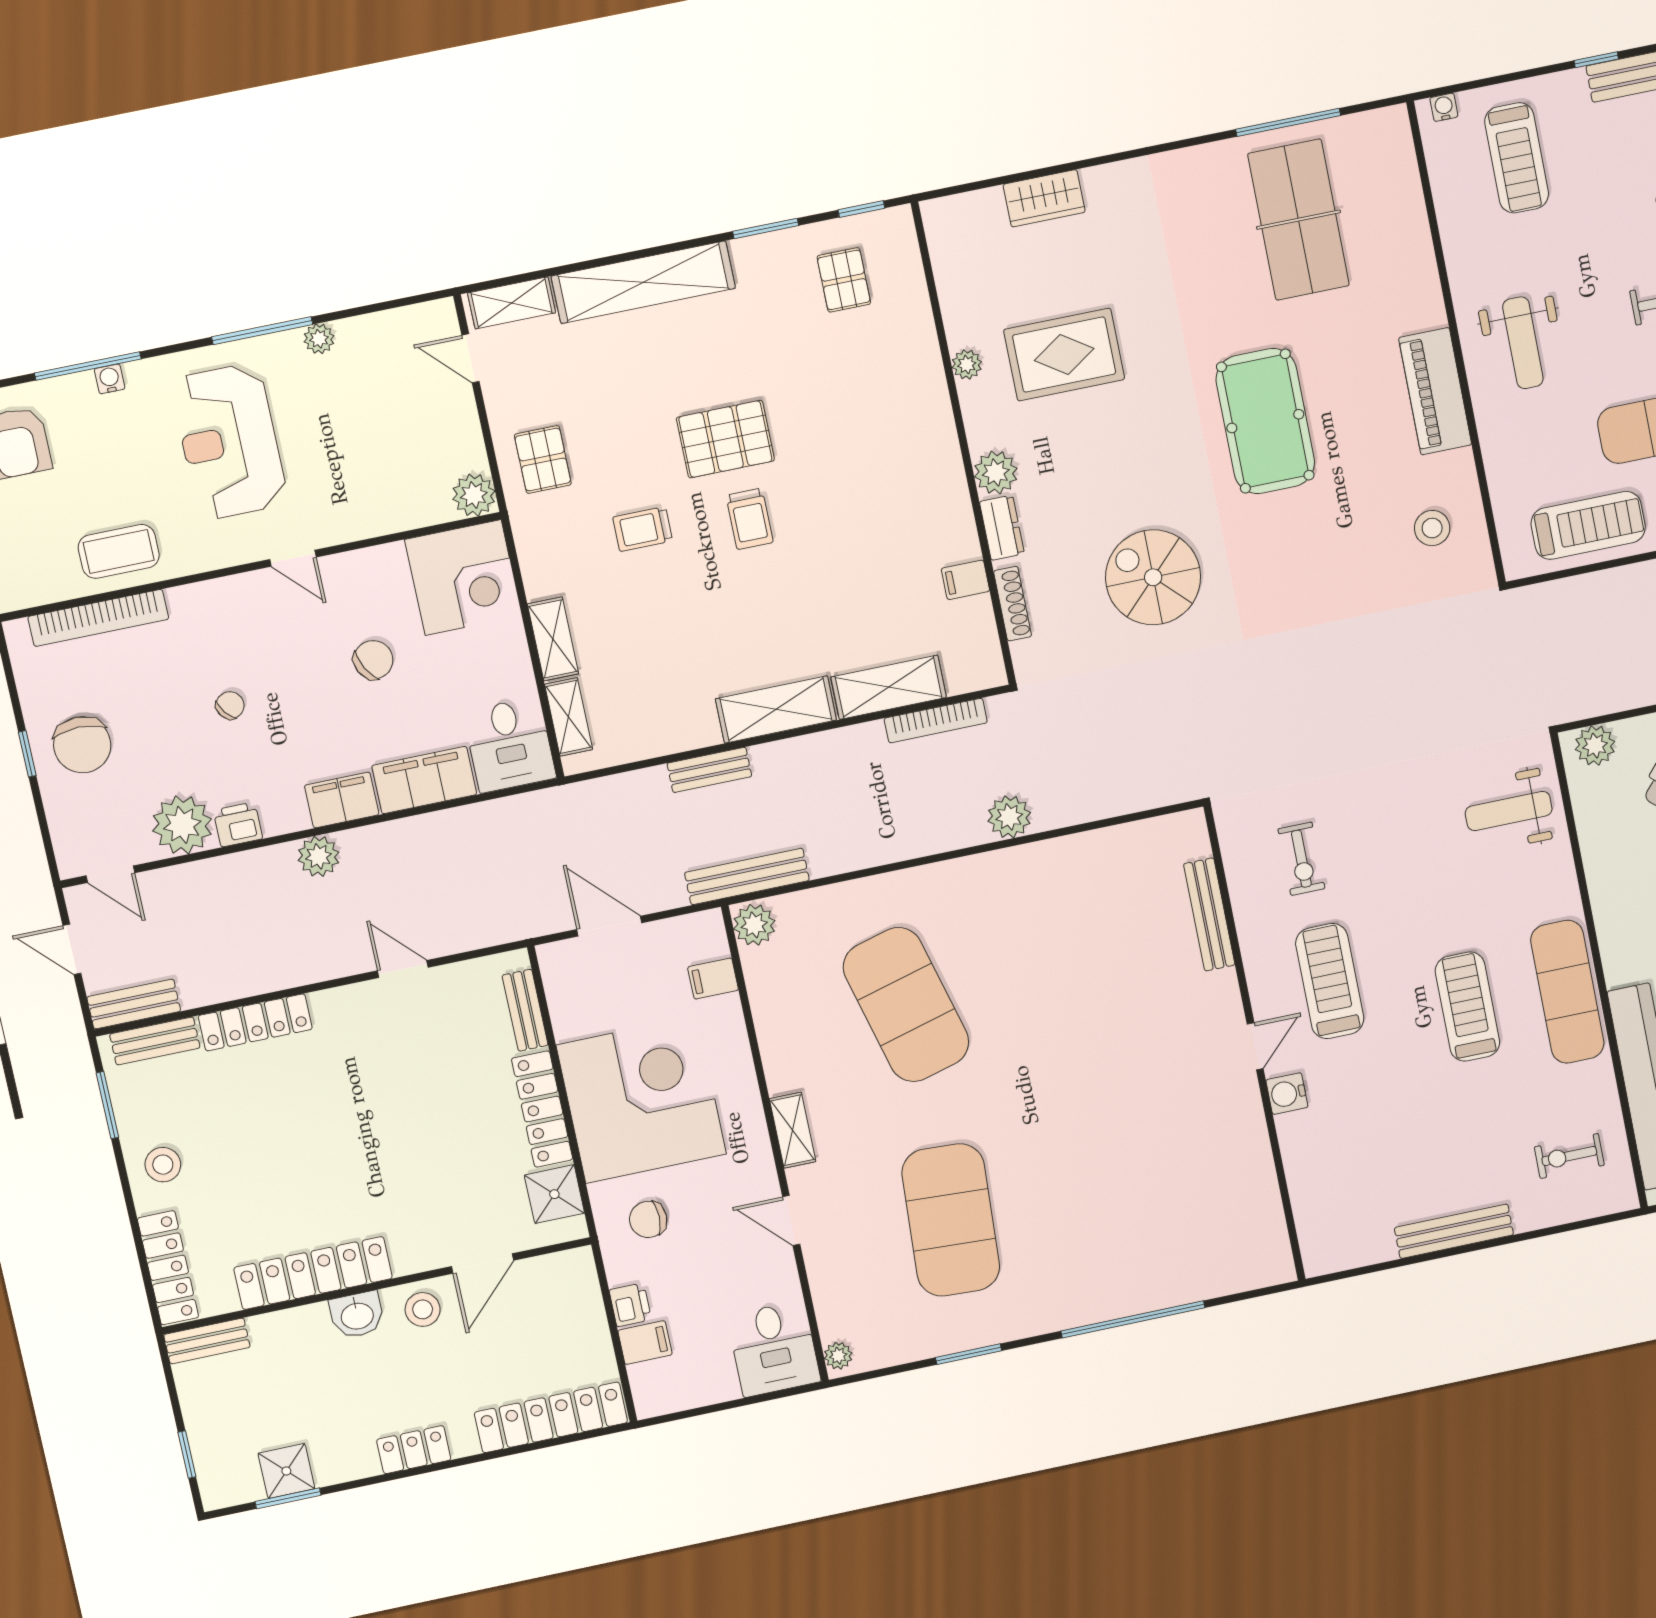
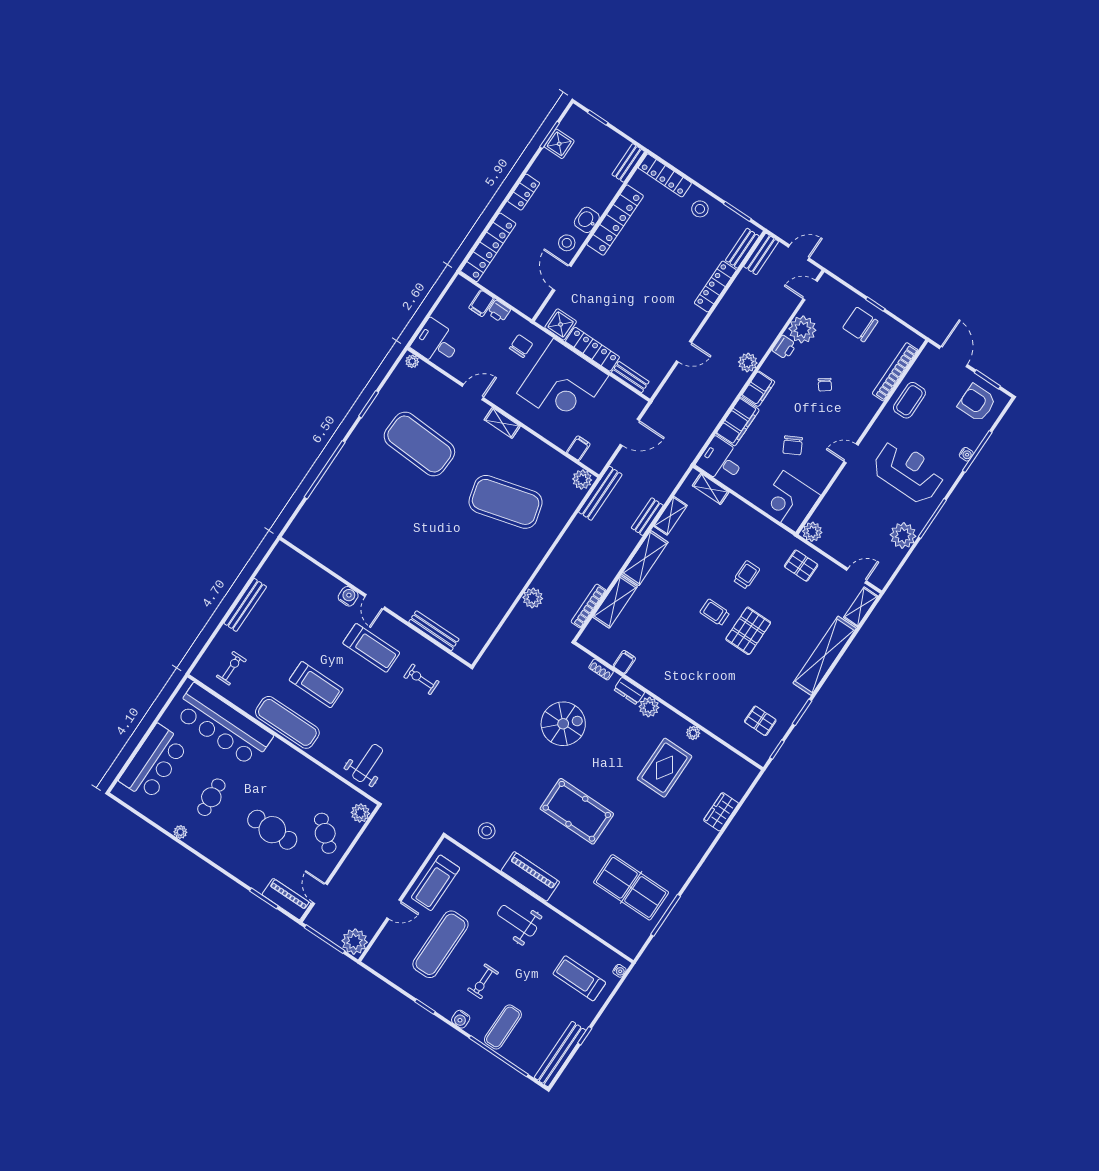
plant: (319, 339) -> (903, 535), width x1.87, depth x1.87
shoe rack: (1013, 604) -> (601, 670), width x0.70
shelving: (553, 639) -> (670, 516), moved, turned 90

